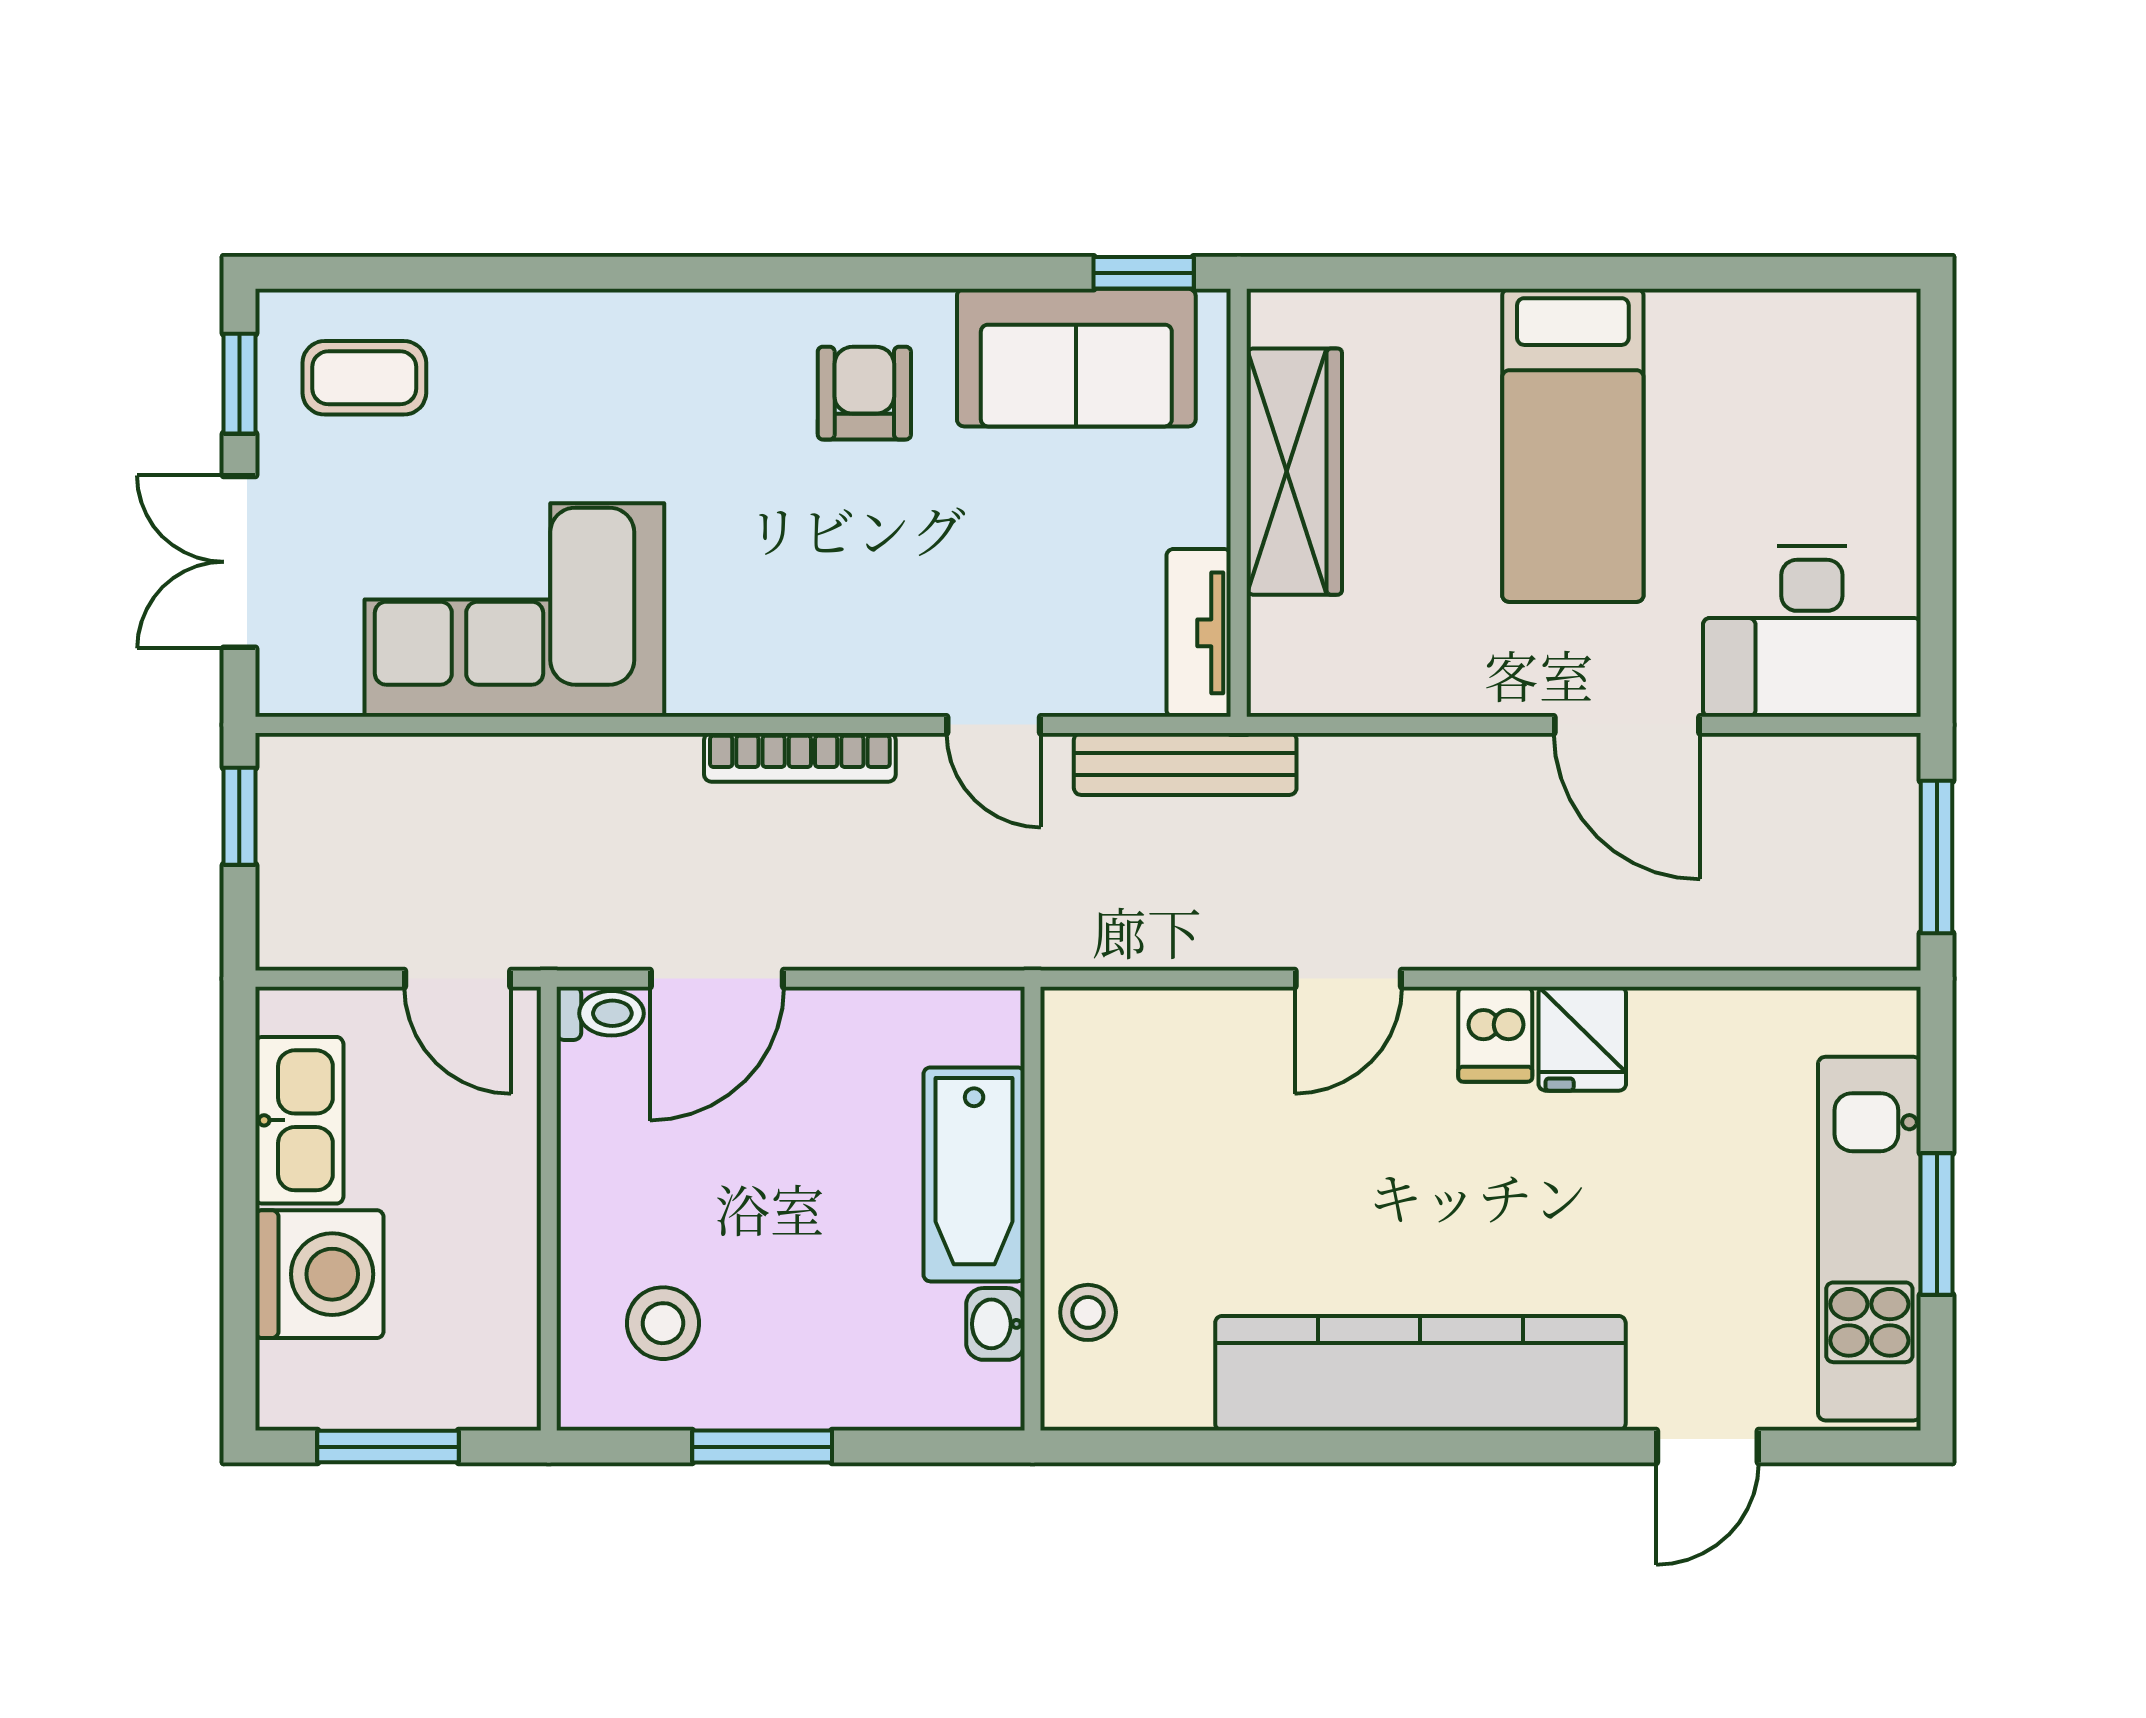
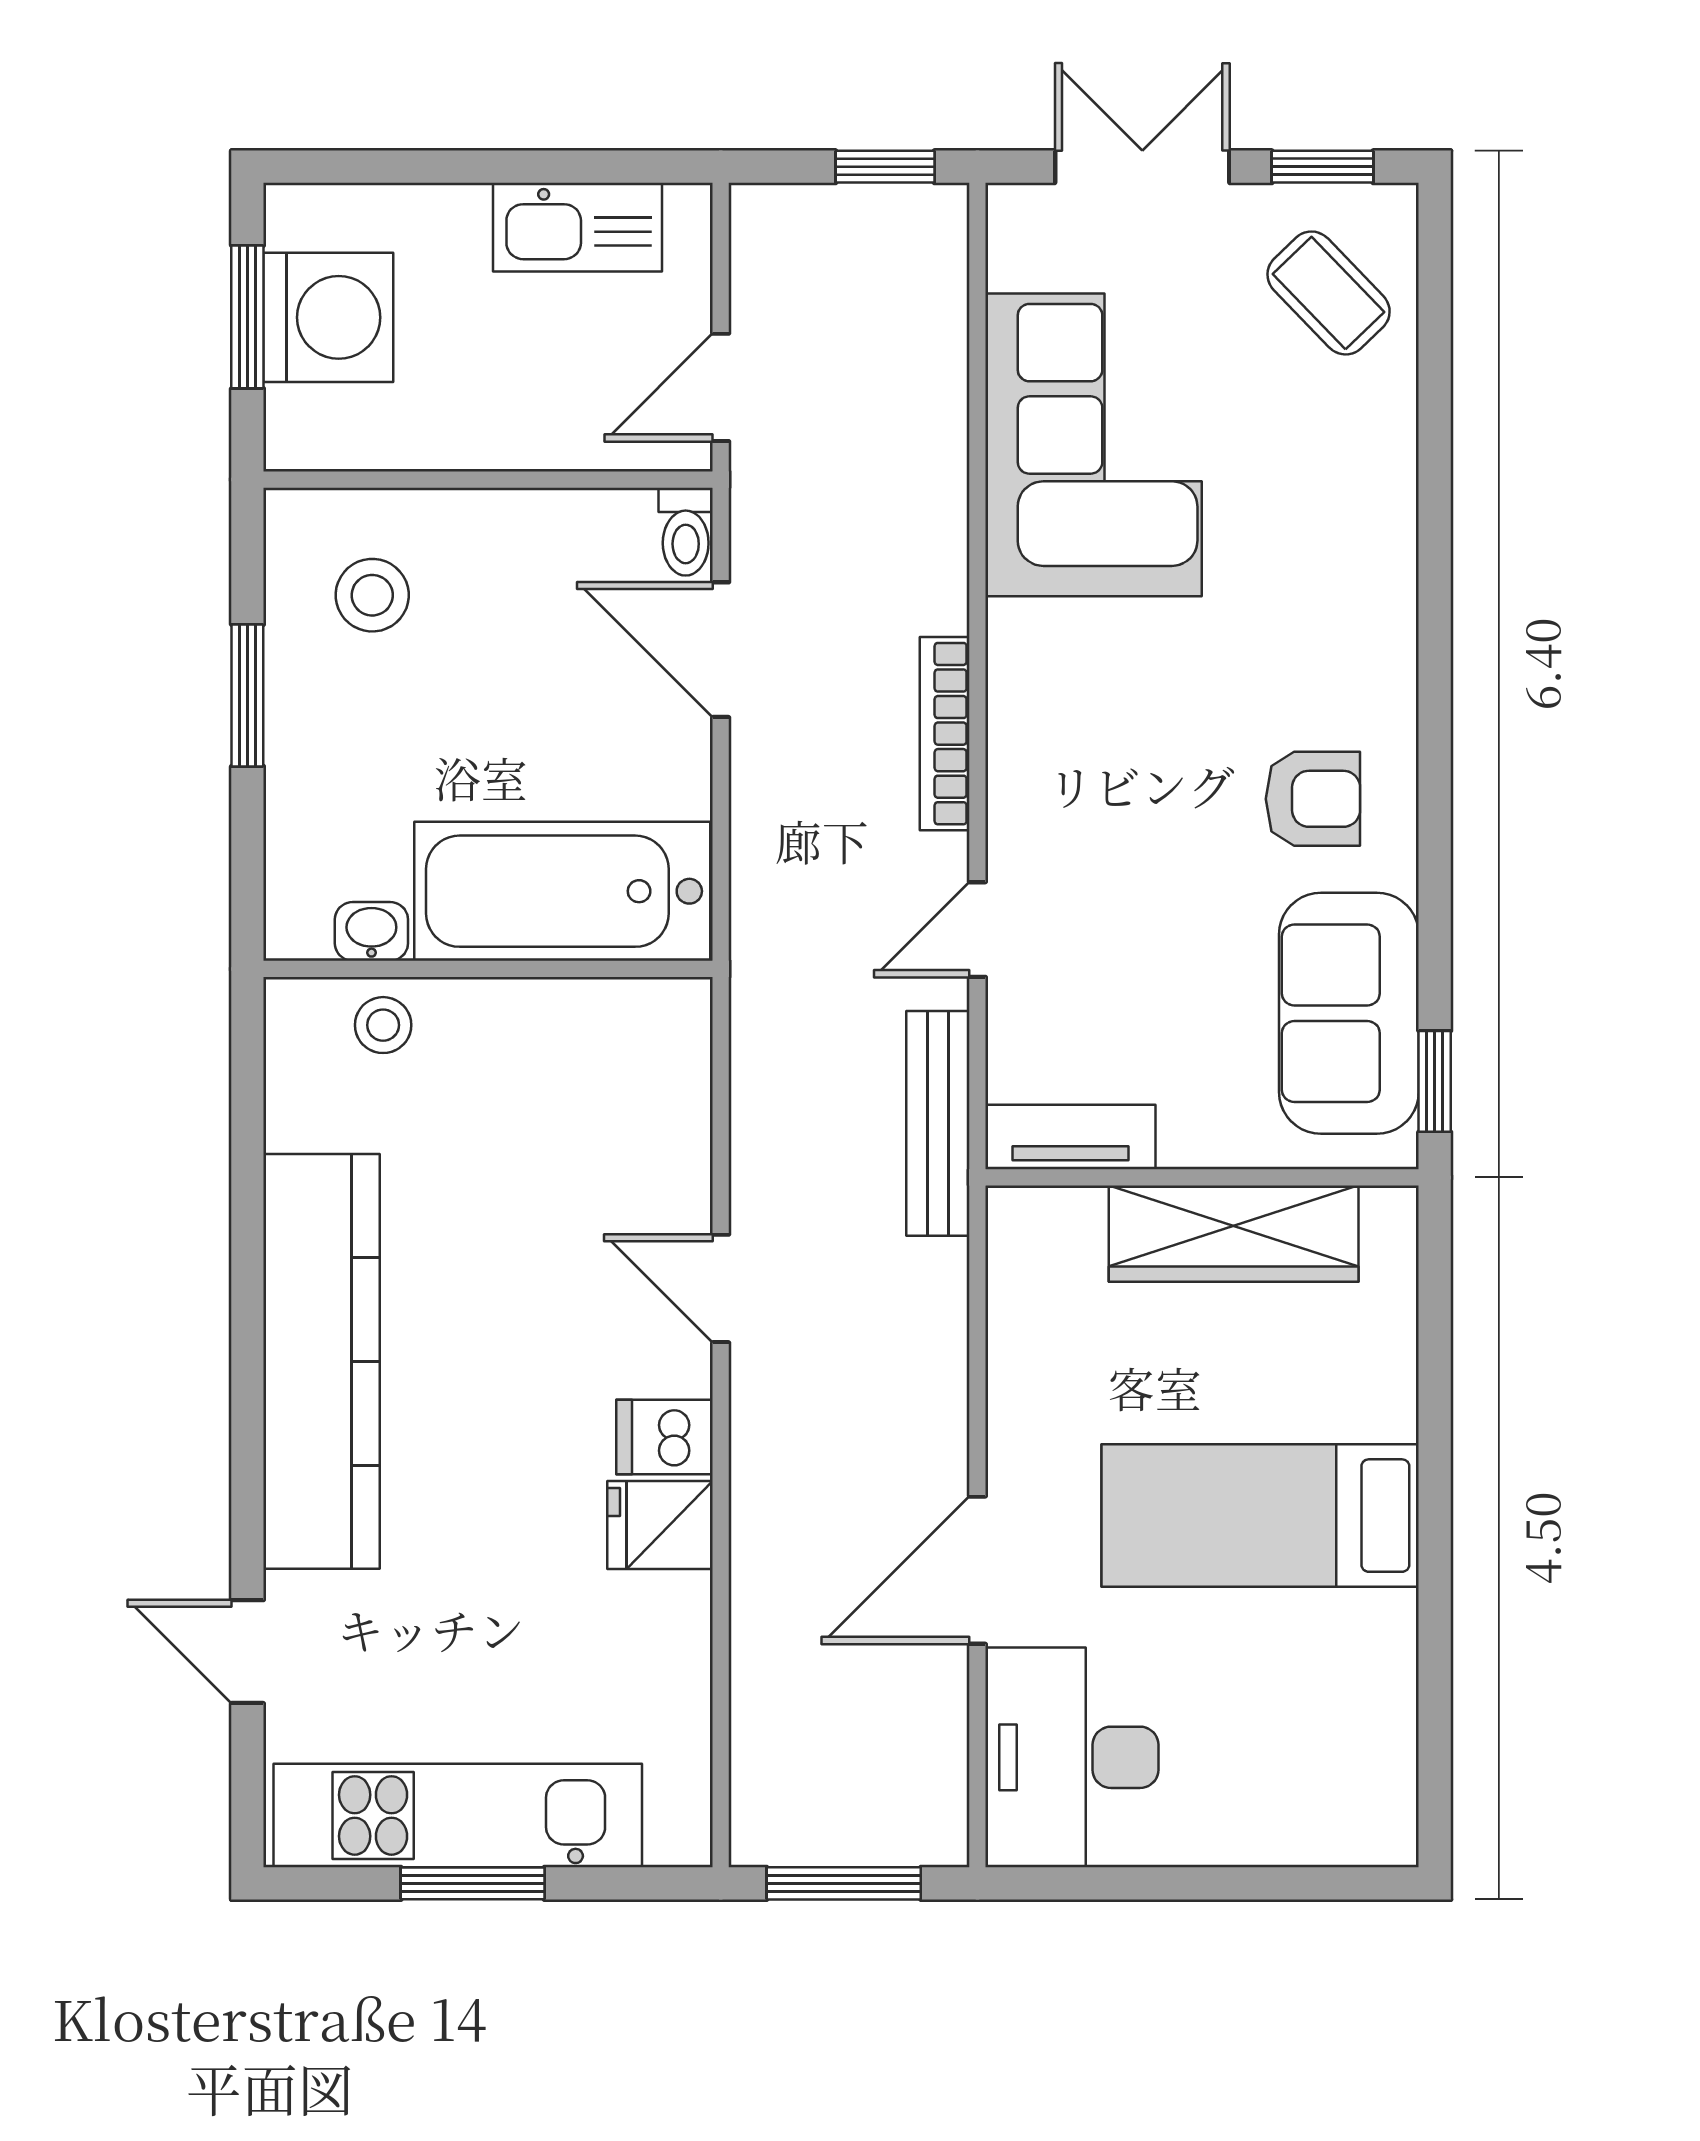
coffee table: (364, 378) -> (1329, 293), turned -44
bathtub: (974, 1174) -> (562, 891), width x1.36, depth x1.36
washing machine: (319, 1274) -> (328, 317), moved, turned -90

